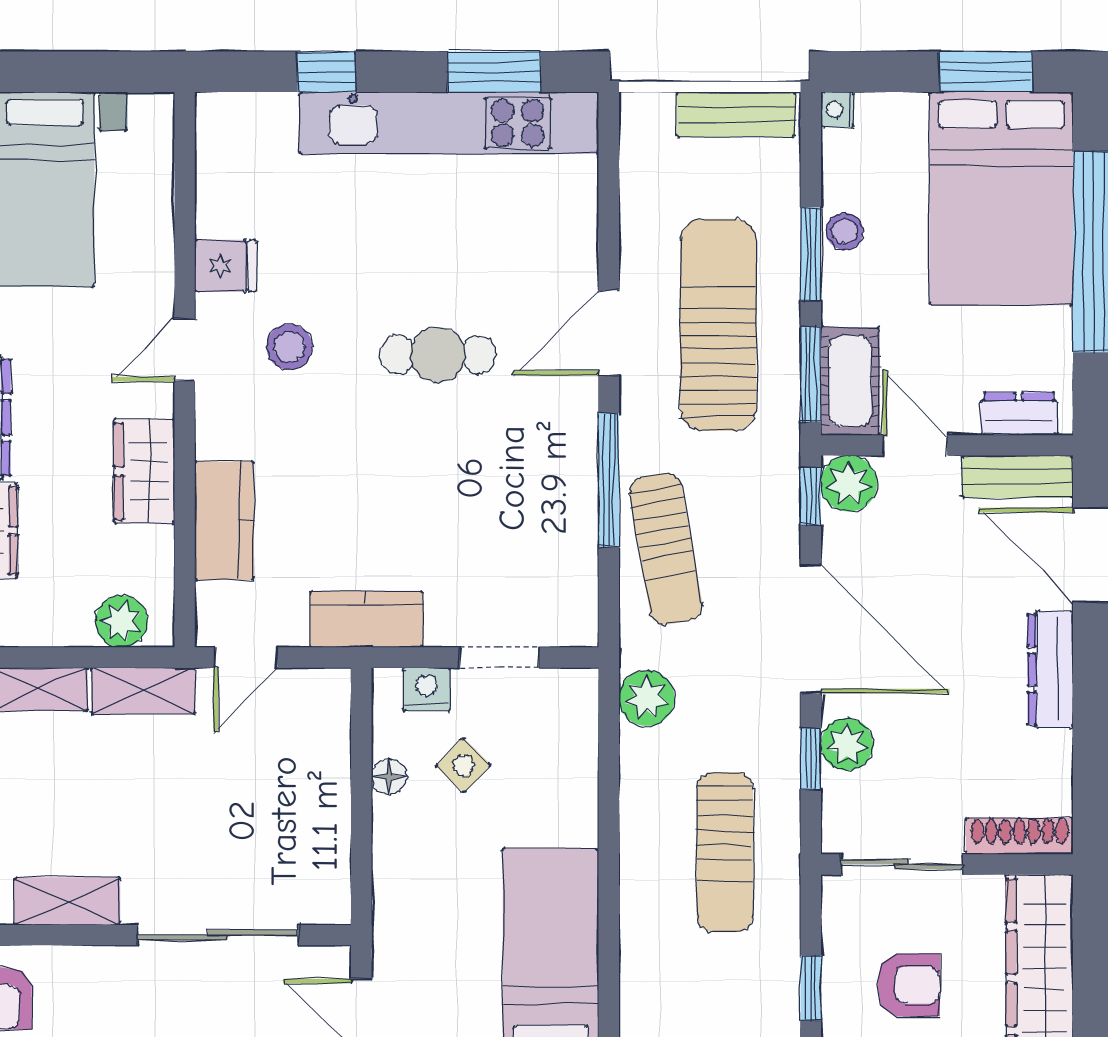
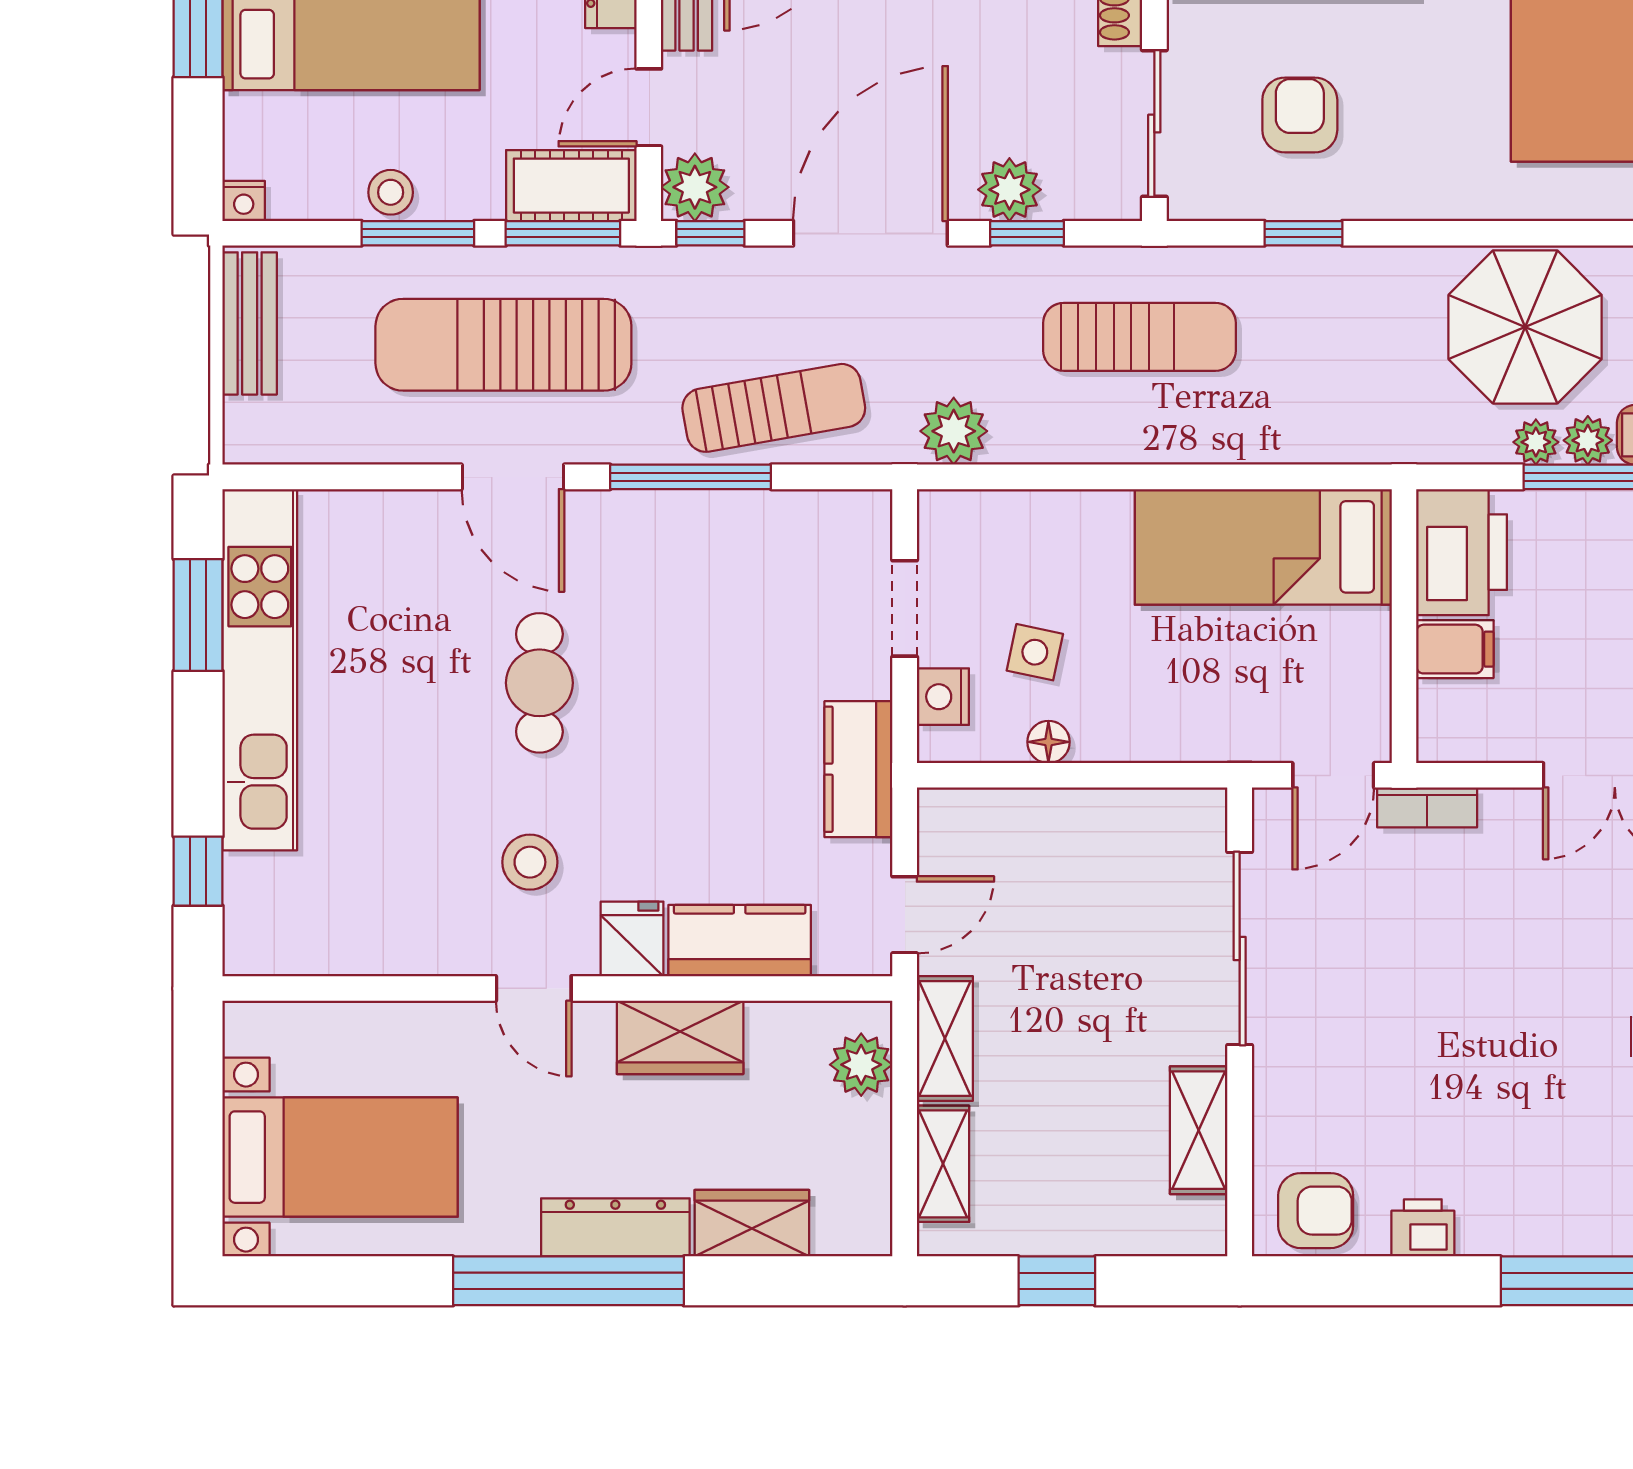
window: (326, 72) -> (198, 871), moved
fridge: (226, 266) -> (632, 939), moved
door: (246, 657) -> (905, 915), hinge flipped
side table: (463, 765) -> (1035, 652), turned -32

